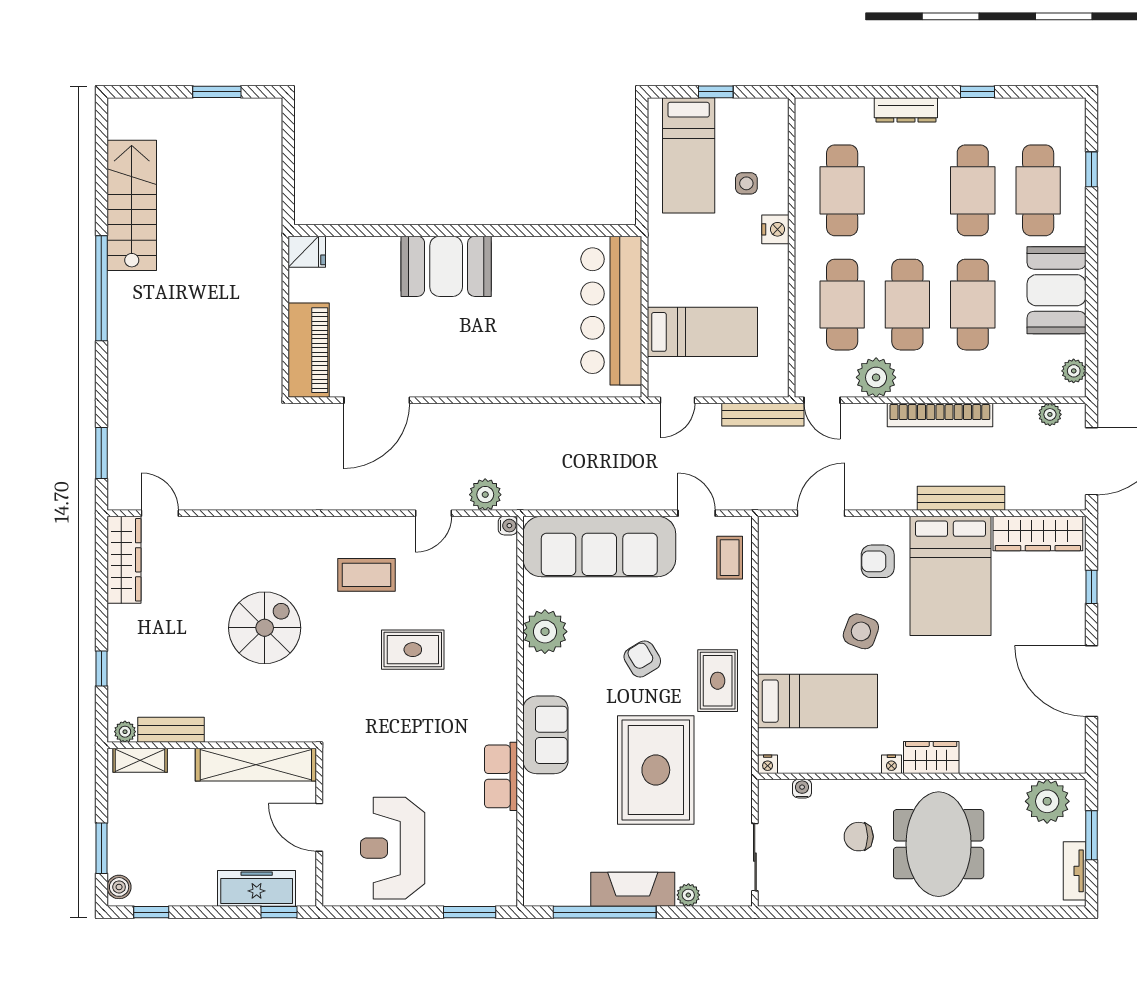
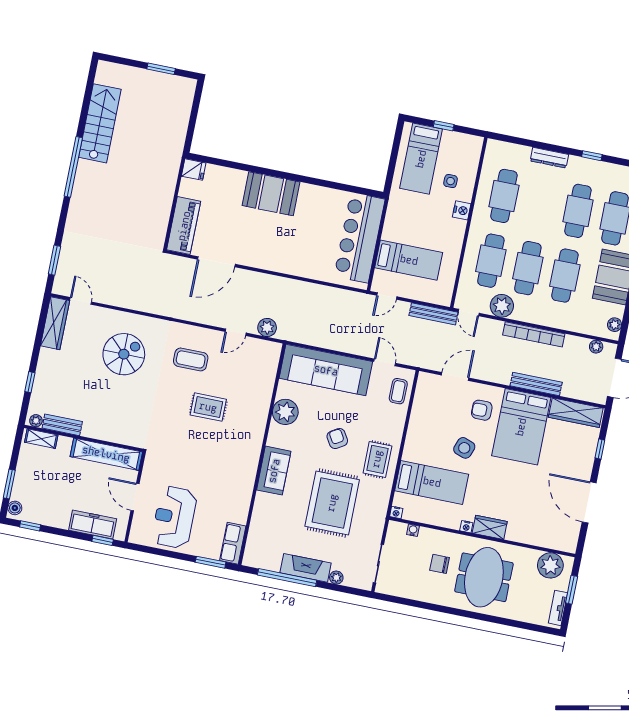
water cooler: (508, 526) -> (276, 348), removed
spiral stairs: (265, 628) -> (124, 354), moved
row of seats: (501, 776) -> (233, 543), moved

